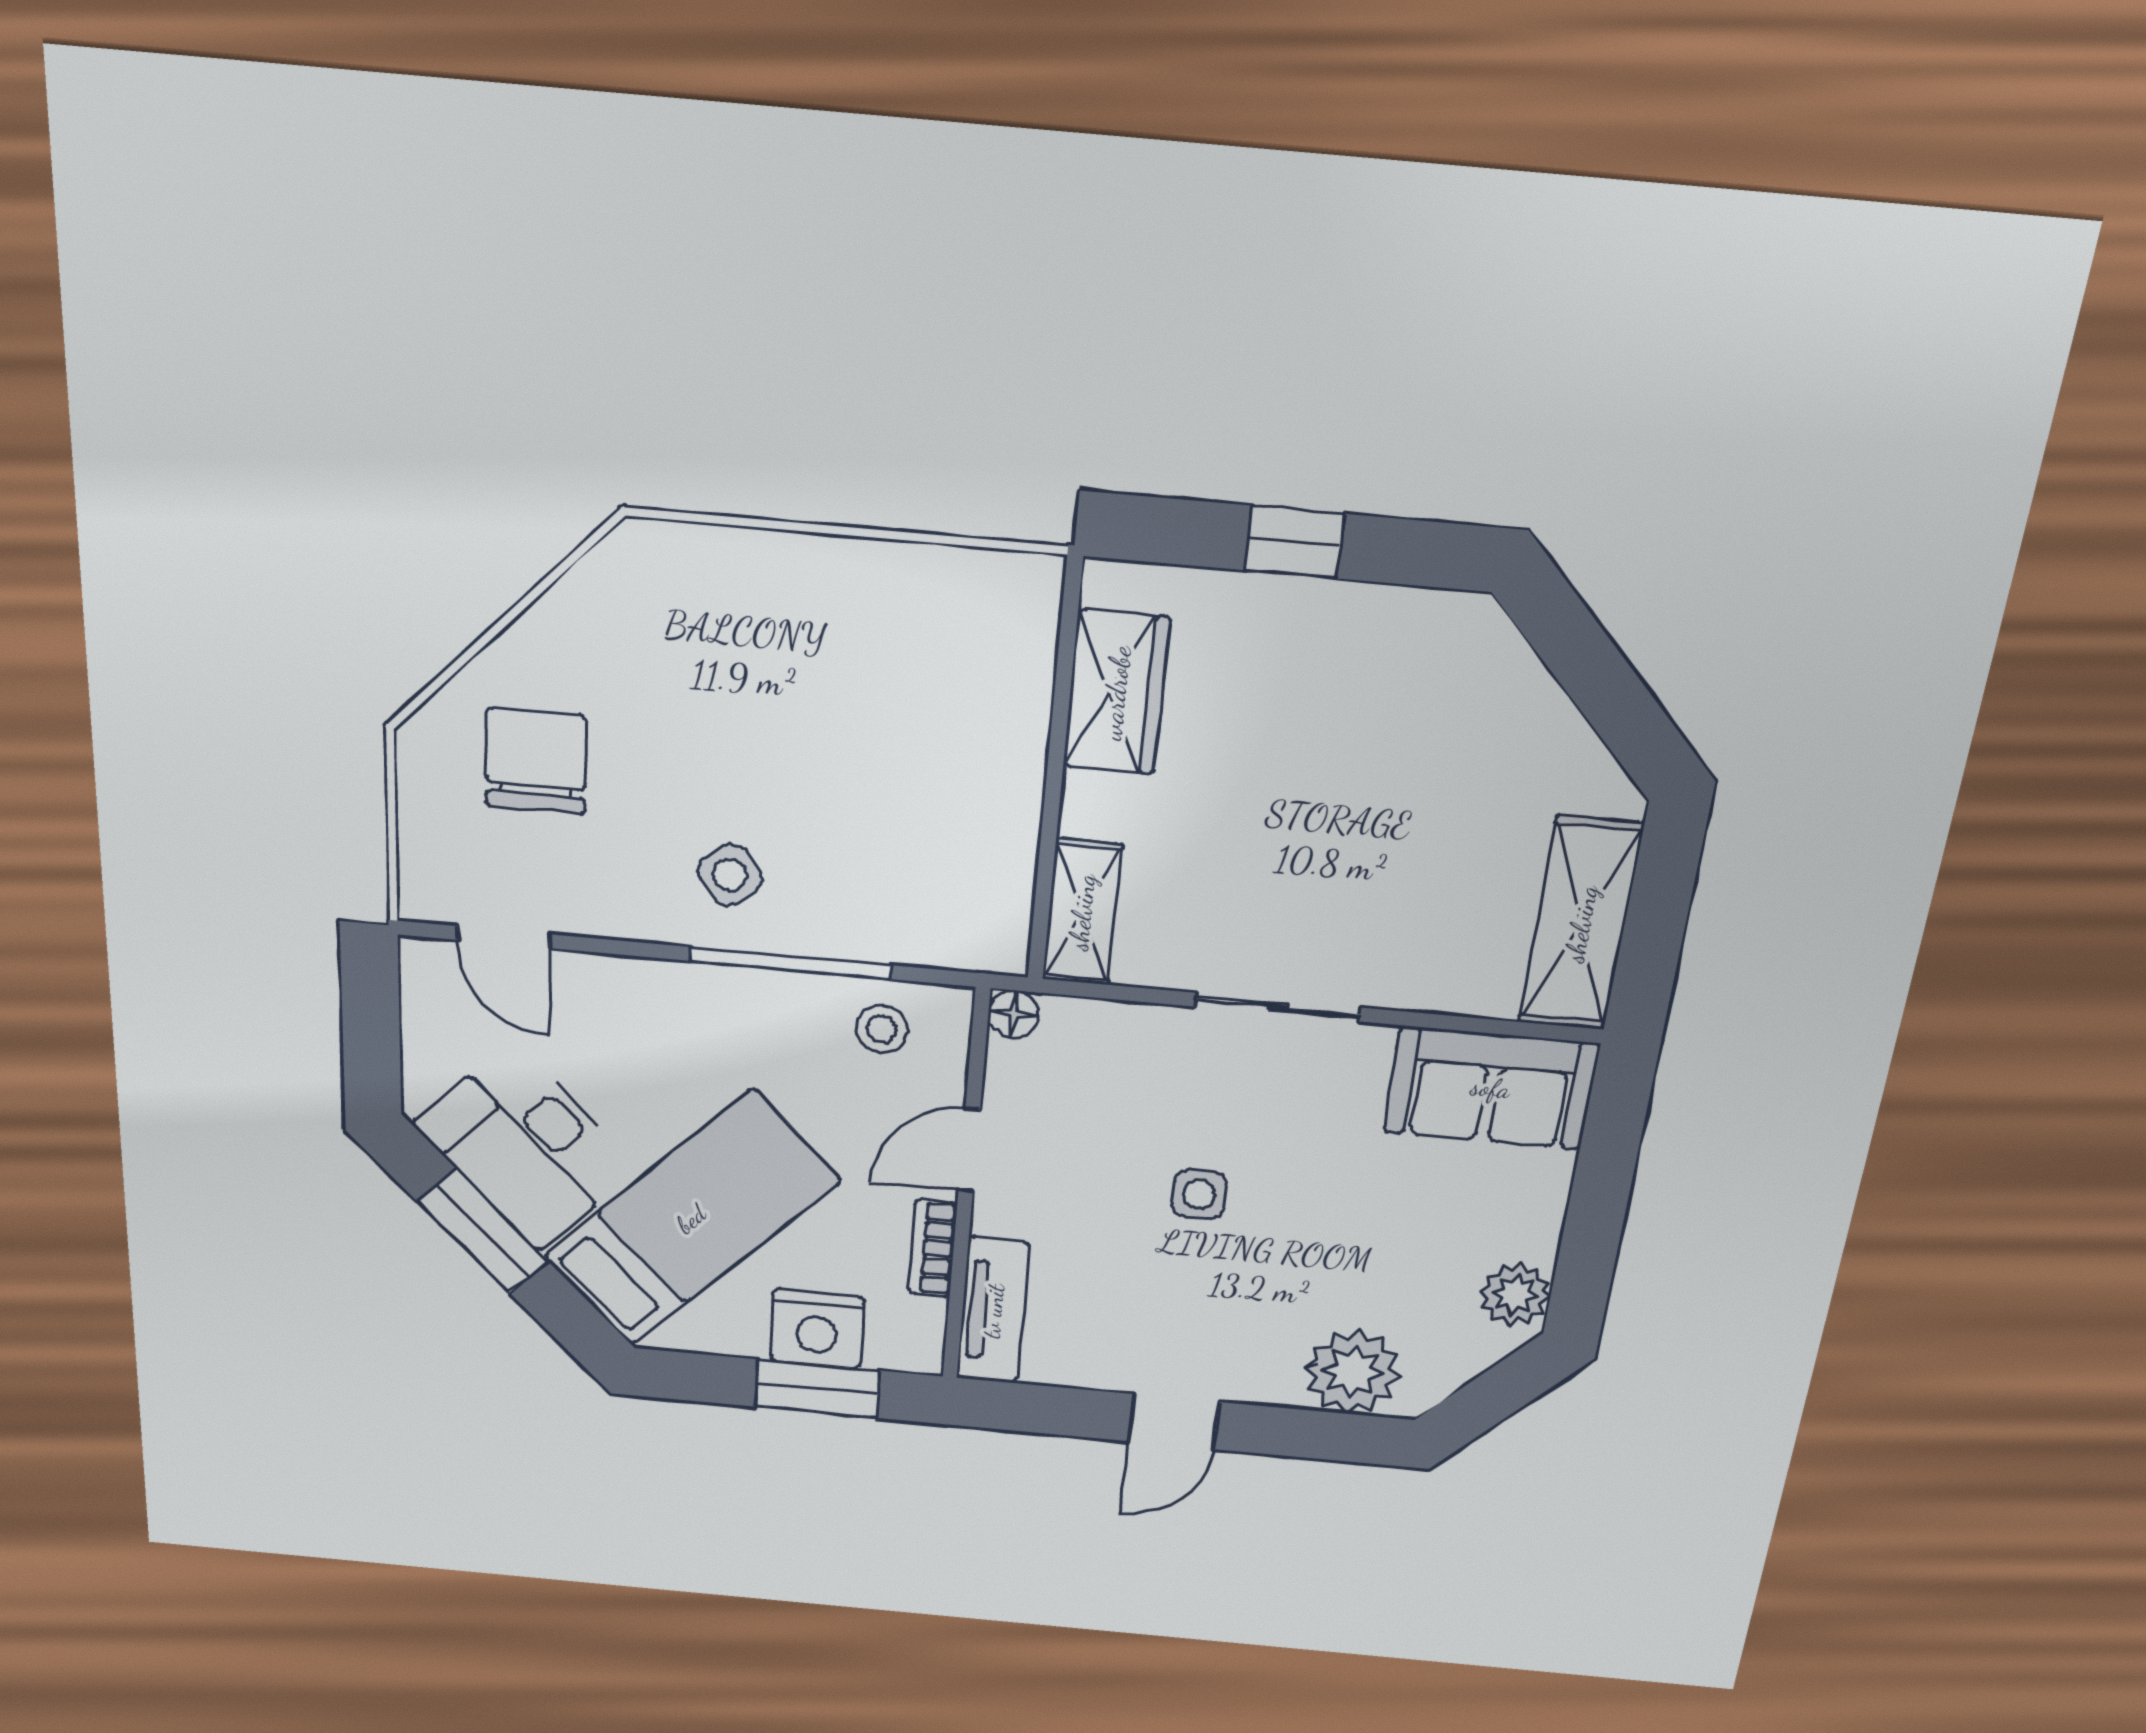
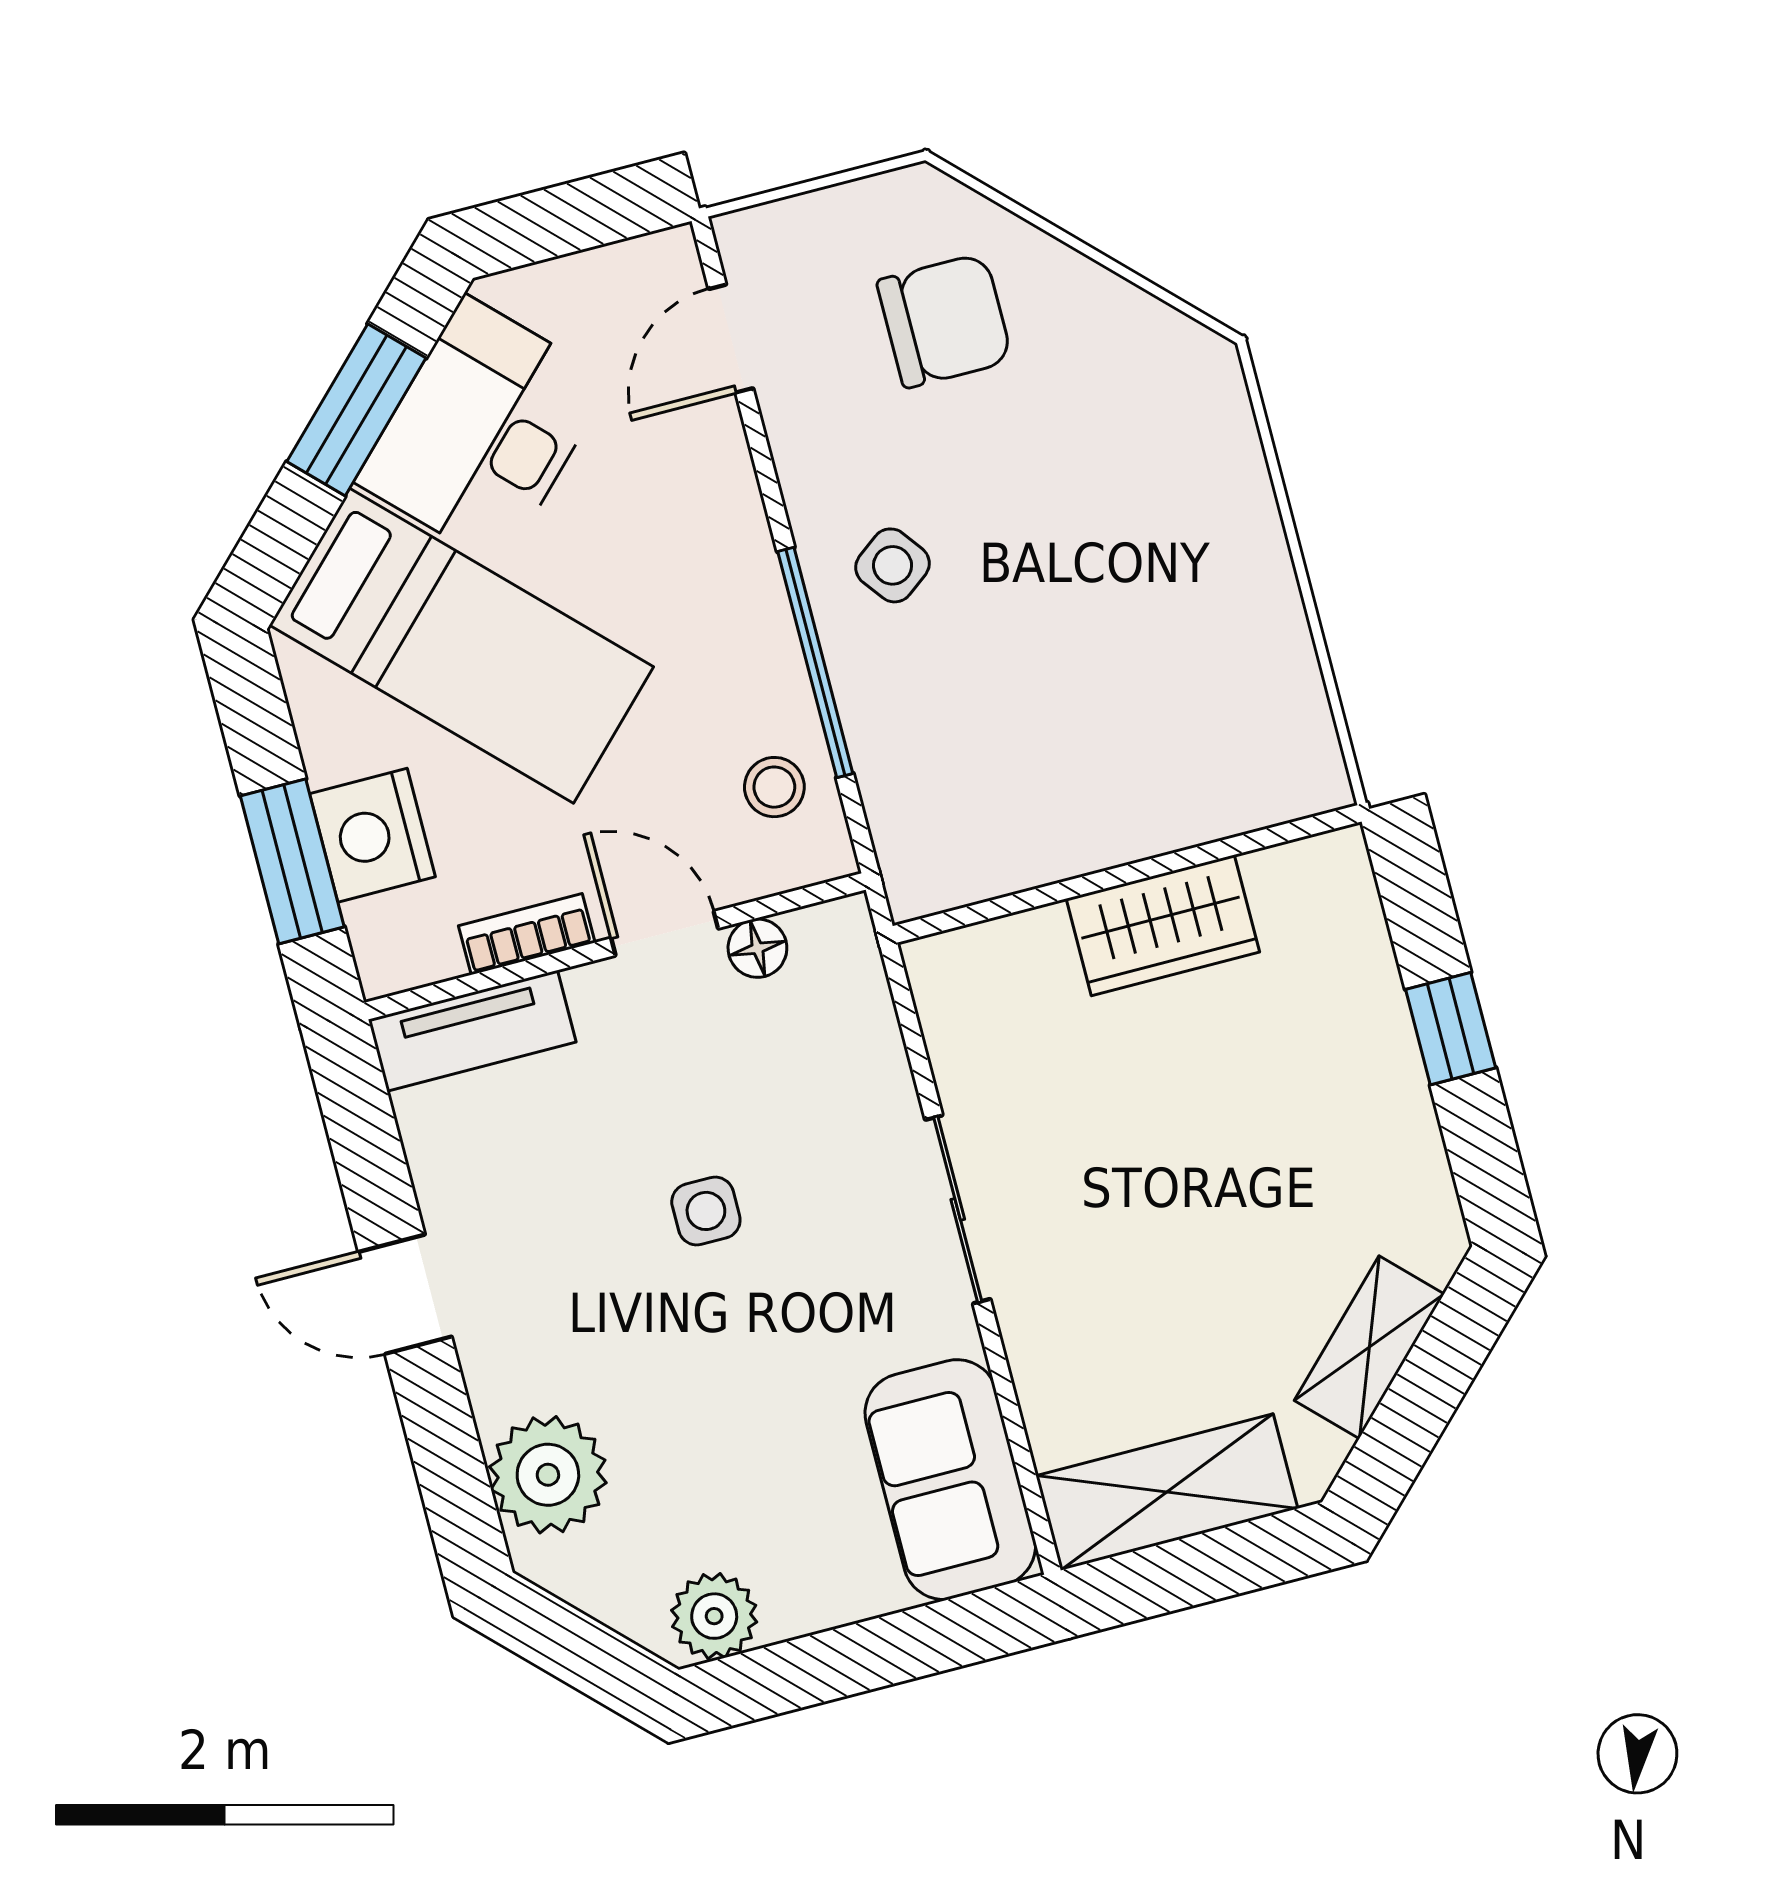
wardrobe: (1116, 693) -> (1163, 925), moved
shelving: (1082, 912) -> (1369, 1347), moved, turned -45
floor lamp: (1013, 1014) -> (757, 948), moved

